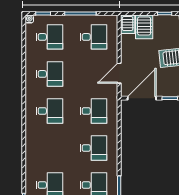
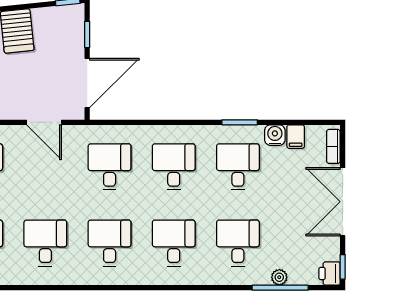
door: (142, 98) -> (87, 83), swing flipped
desk: (49, 148) -> (174, 243), added

